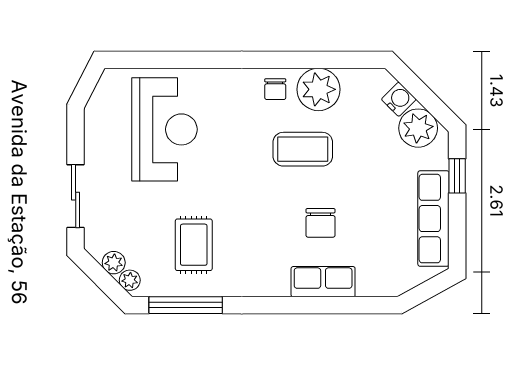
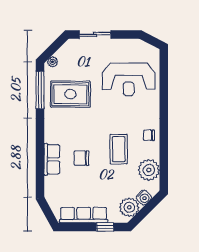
plant: (318, 89) -> (149, 170), moved
rug: (194, 245) -> (70, 94), width x1.36, depth x1.43
plant: (114, 263) -> (61, 54), removed

